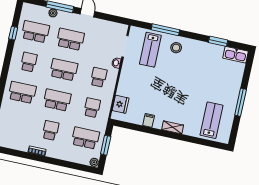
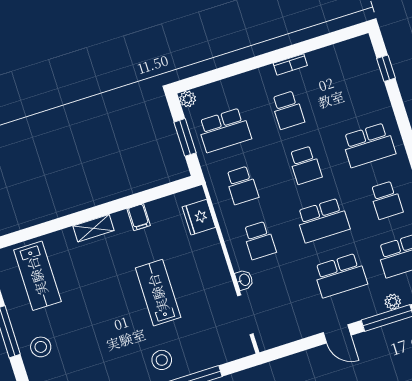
lab bench: (150, 50) -> (158, 293), moved
stool: (229, 86) -> (41, 347), added
school desk: (57, 100) -> (305, 165), width x0.54

